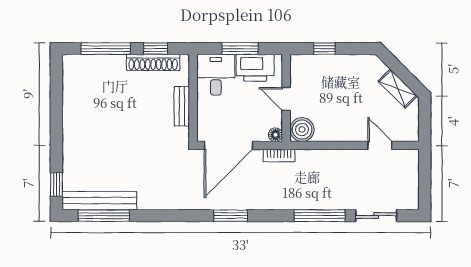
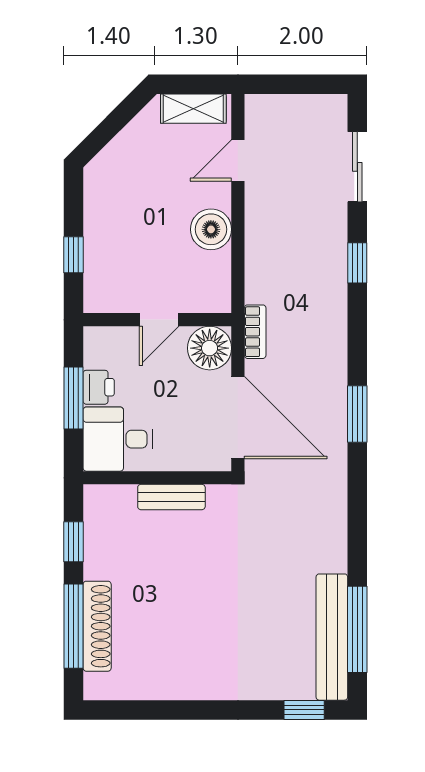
shoe rack: (153, 62) -> (97, 626), moved
printer: (255, 68) -> (99, 387), width x0.53, depth x0.68
shelving: (398, 89) -> (193, 109), moved, turned 45
boiler: (302, 130) -> (211, 229), moved
floor lamp: (275, 135) -> (210, 348), width x1.89, depth x1.89
window: (320, 216) -> (357, 263), width x0.46

